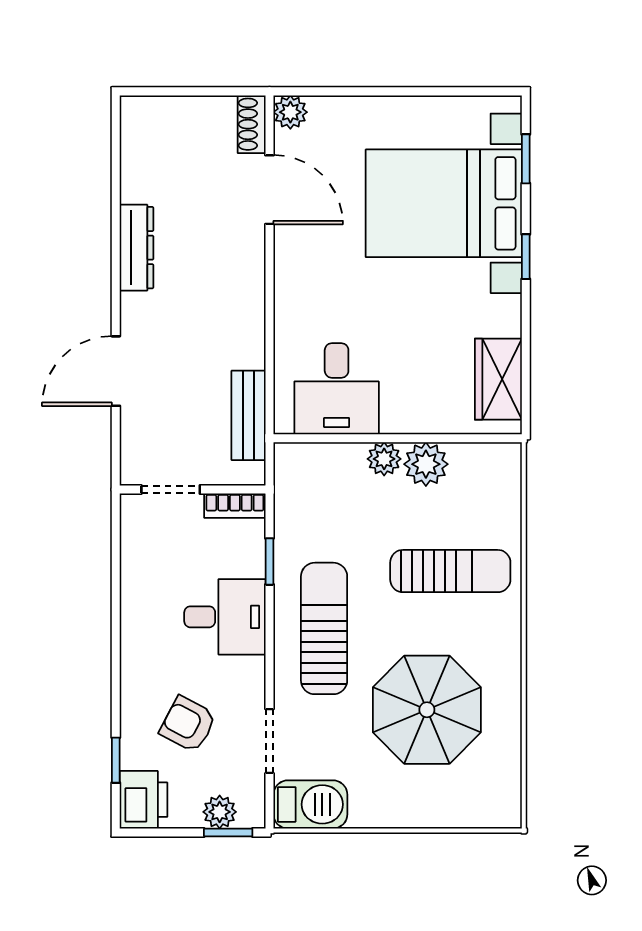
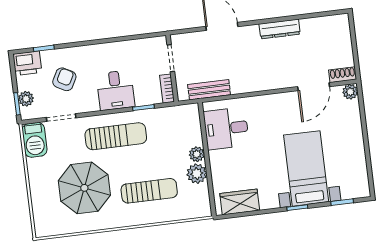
bed with nightstands: (444, 203) -> (306, 168), width x0.73
sun lounger: (450, 571) -> (149, 191), turned -90

